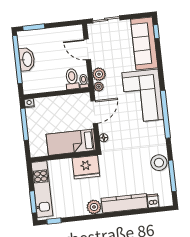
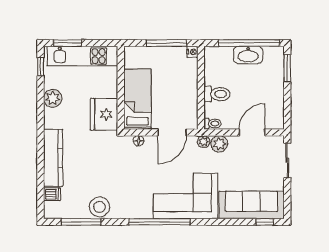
toilet: (72, 79) -> (217, 94), moved
door: (94, 112) -> (172, 132), hinge flipped
plant: (94, 207) -> (53, 98), moved

